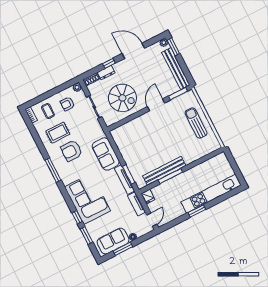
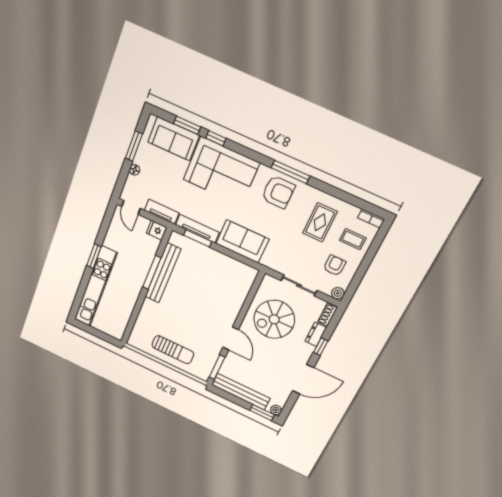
armchair: (71, 151) -> (278, 192), moved, turned 90
sofa: (113, 241) -> (174, 139), moved, turned 90

